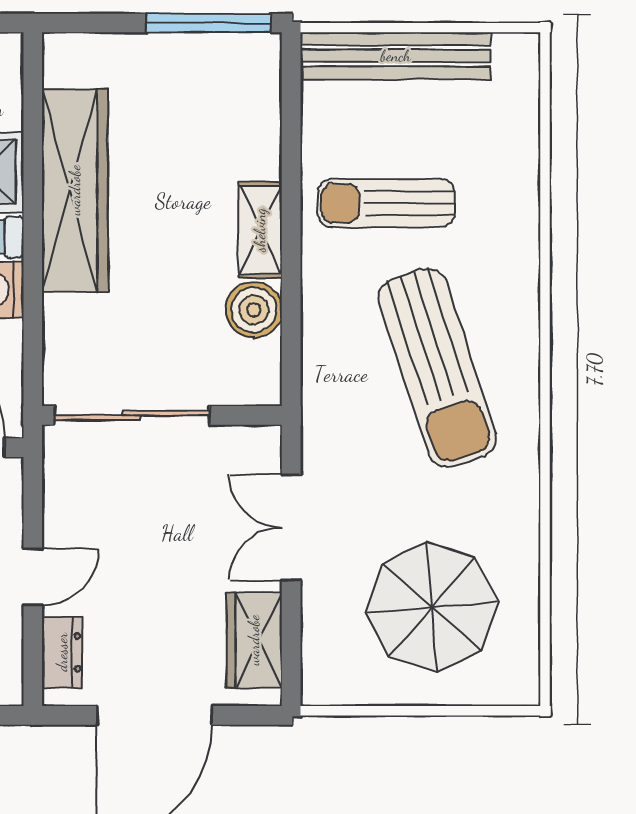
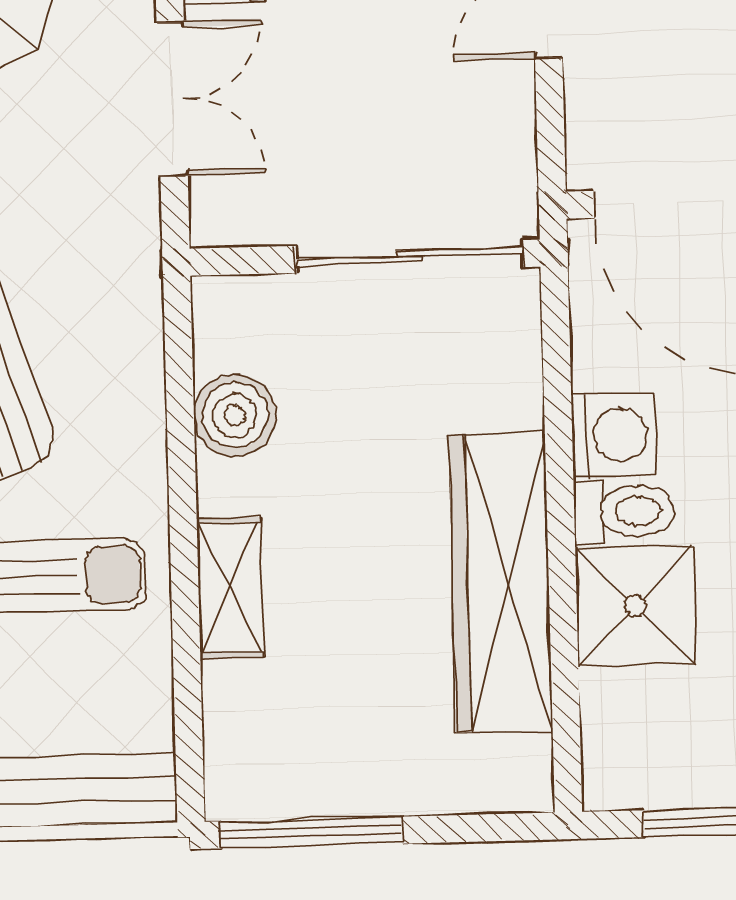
shelving: (260, 230) -> (230, 588), moved

